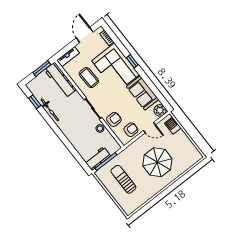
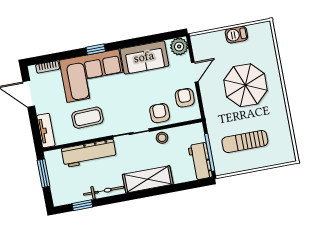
workbench: (60, 80) -> (89, 153), moved
barbecue: (173, 126) -> (236, 35), moved
shelving: (71, 133) -> (148, 179), added

